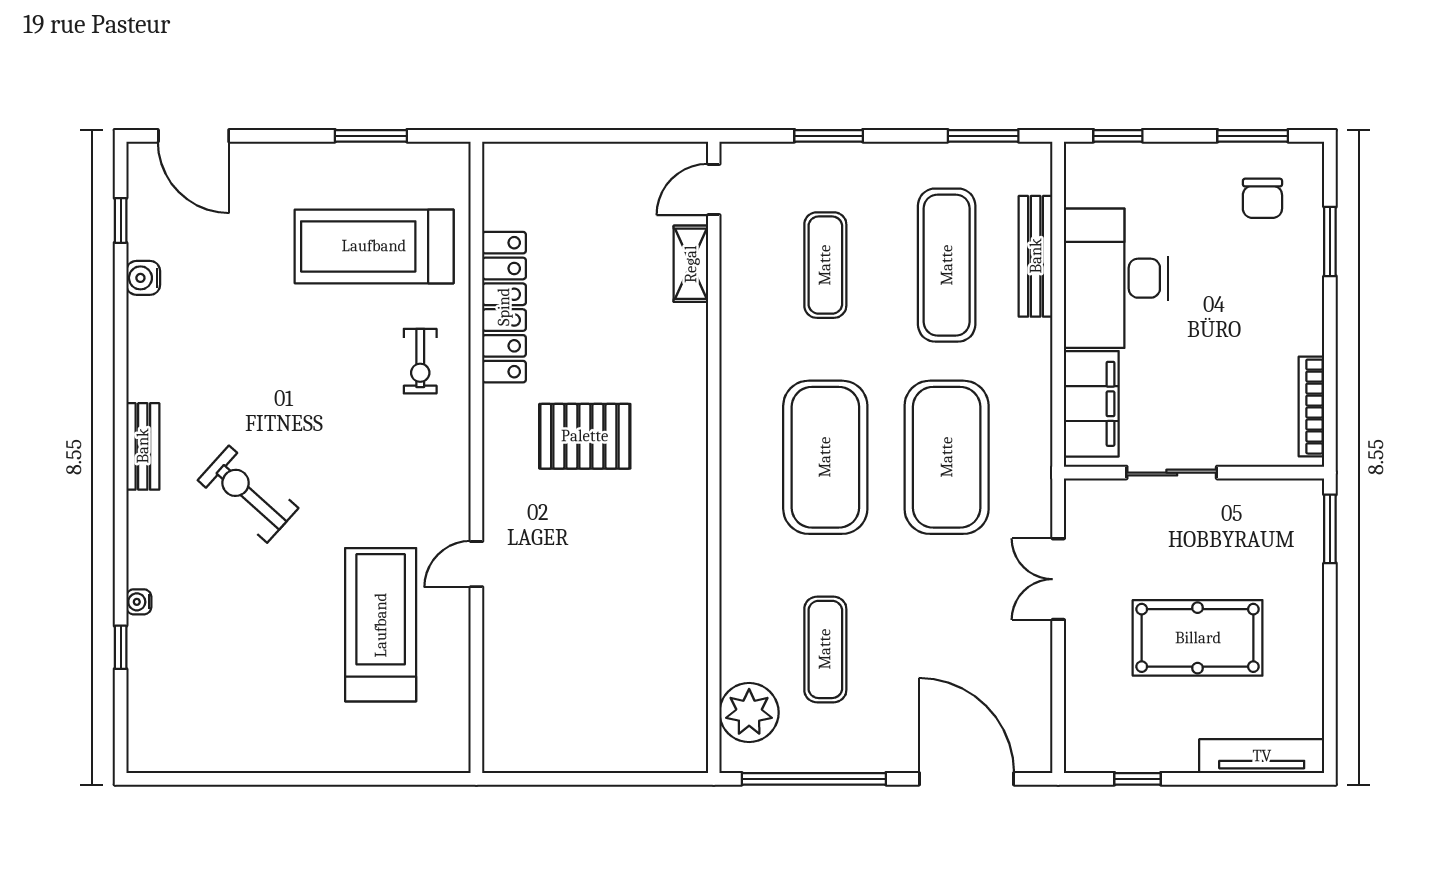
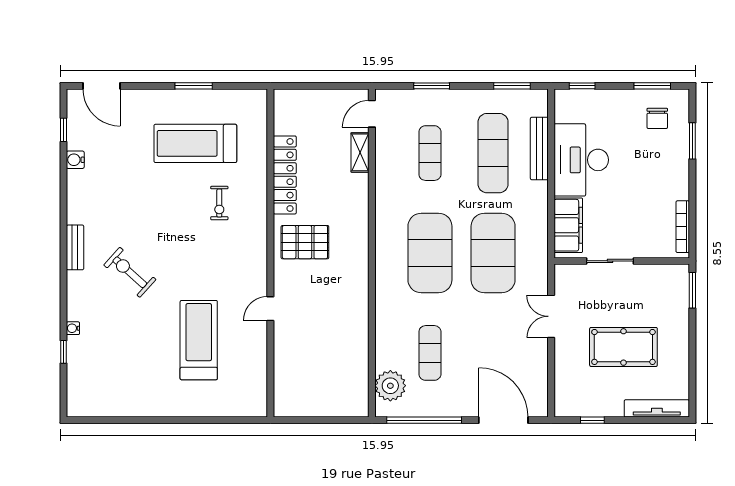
locker: (504, 307) -> (285, 175), moved
wall: (476, 457) -> (270, 253), moved
door: (476, 564) -> (270, 309), moved

